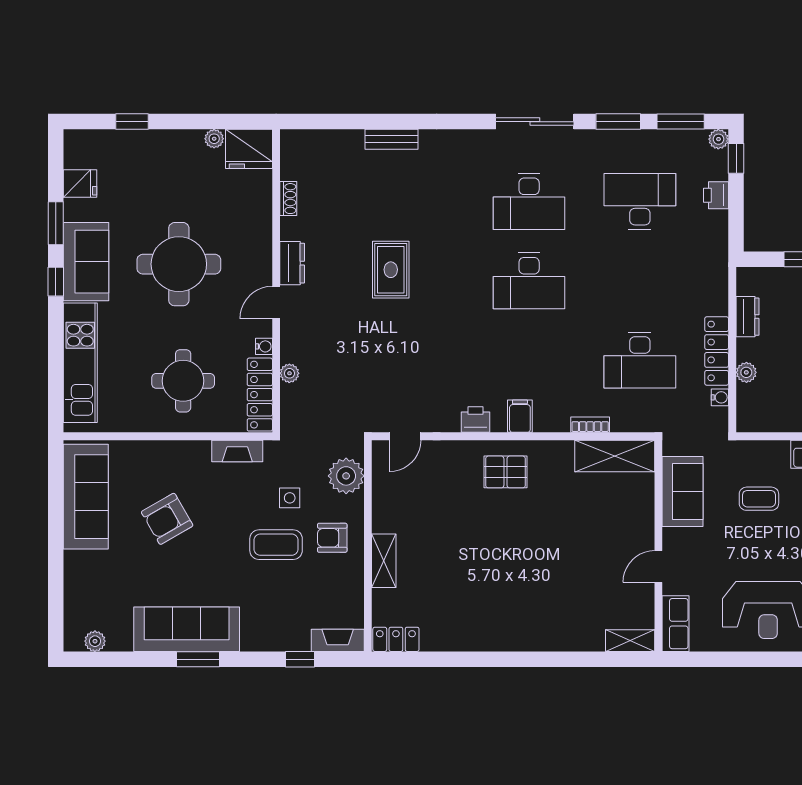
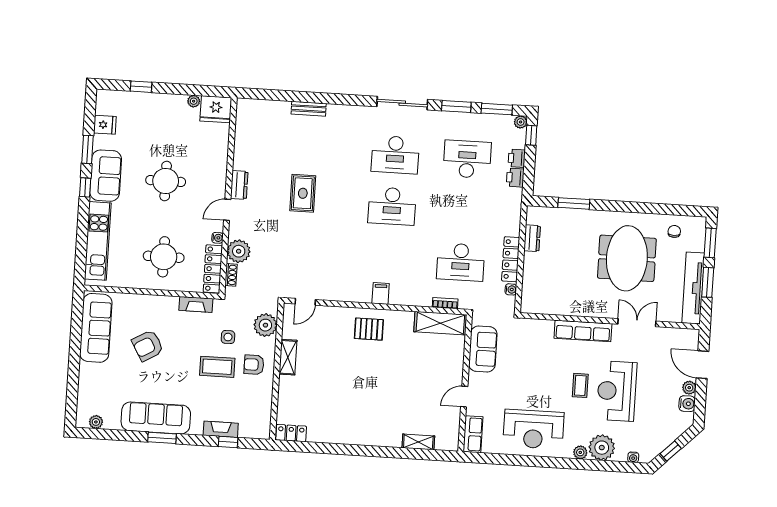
shoe rack: (288, 199) -> (231, 275), moved
round table: (179, 264) -> (166, 181), width x0.73, depth x0.73
plant: (746, 372) -> (529, 274), removed
plant: (289, 373) -> (239, 251), width x1.88, depth x1.88
printer: (475, 420) -> (515, 178), moved, turned -90
bookcase: (590, 425) -> (445, 303), moved
coffee table: (759, 499) -> (532, 357), removed
shelving: (384, 561) -> (288, 357), moved
fireplace: (338, 640) -> (221, 429), moved
shelving: (630, 641) -> (418, 442), moved

